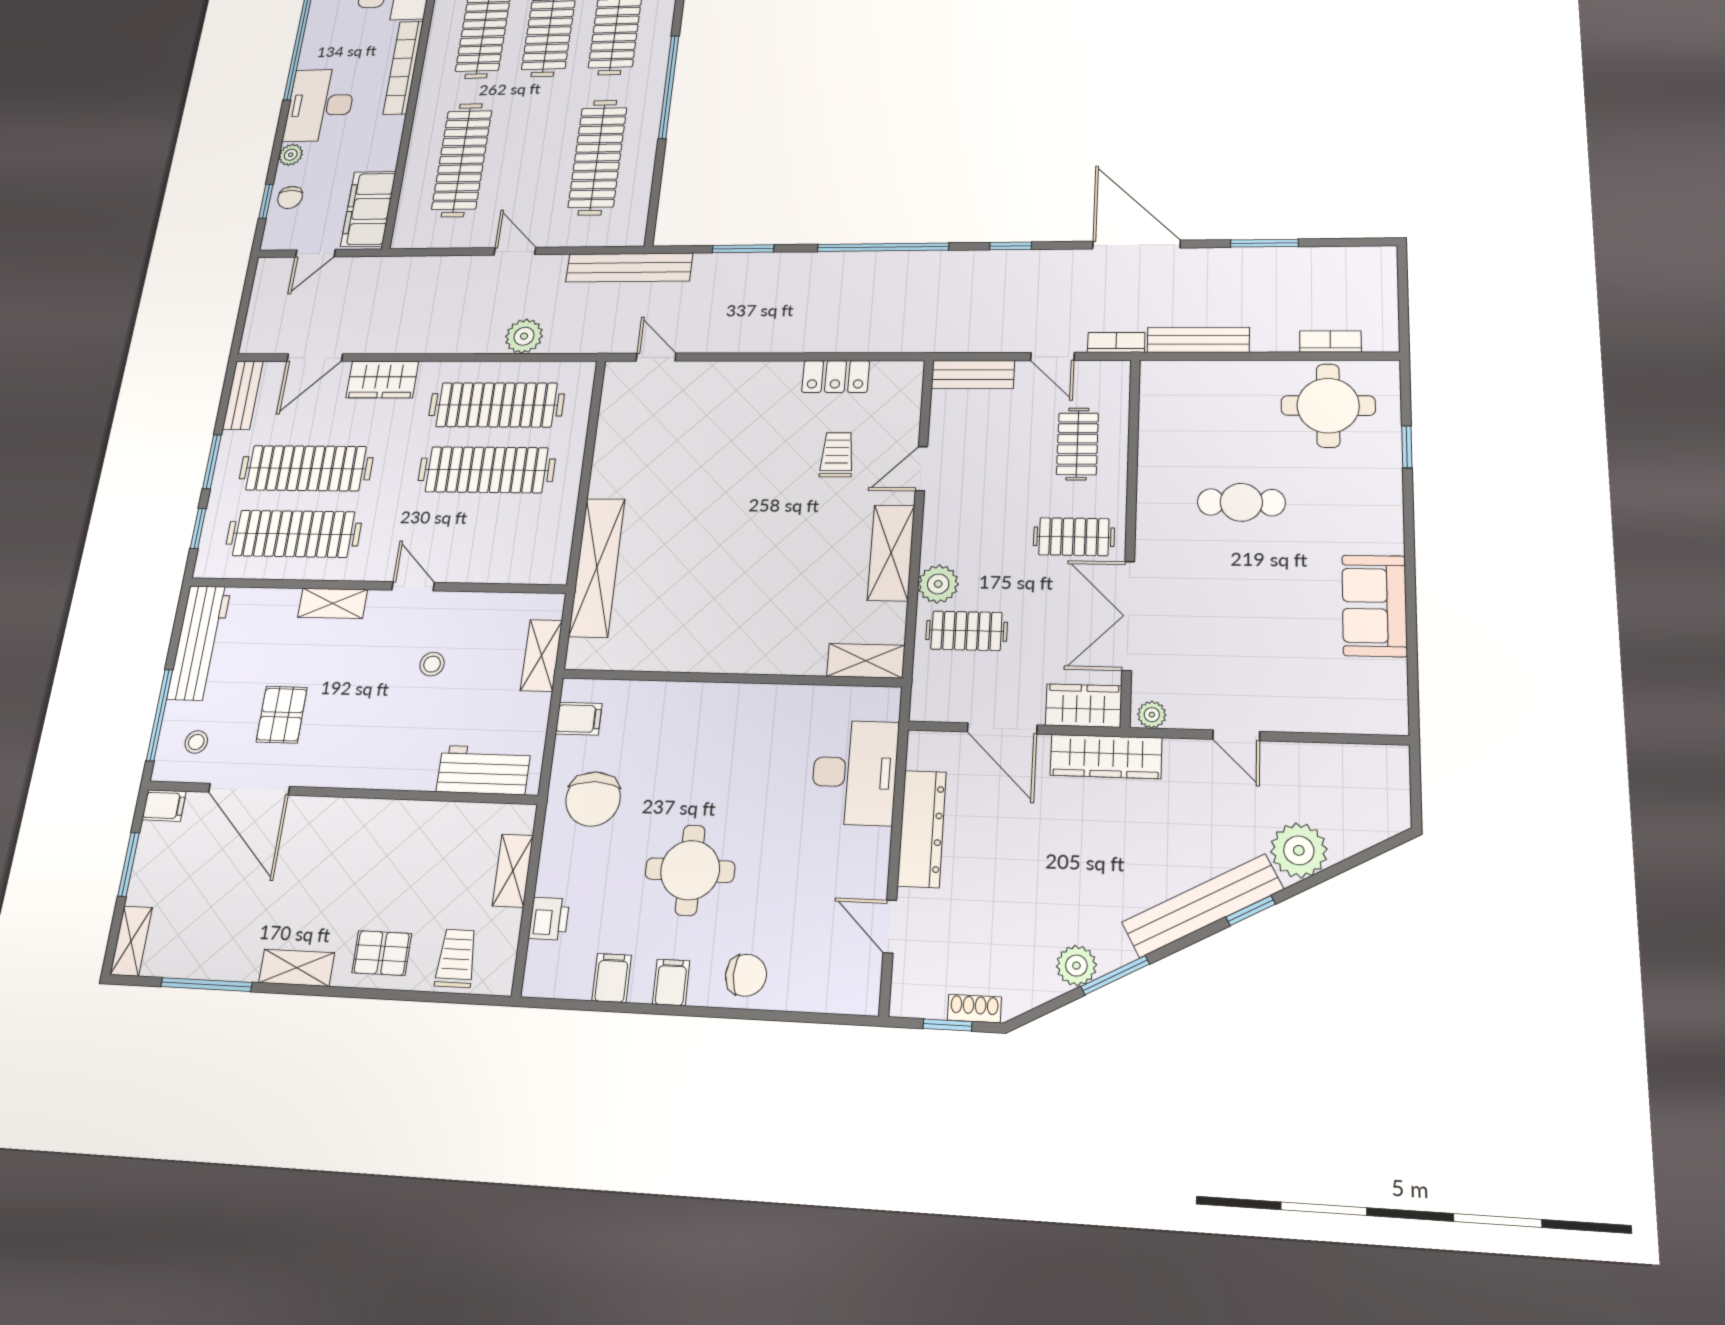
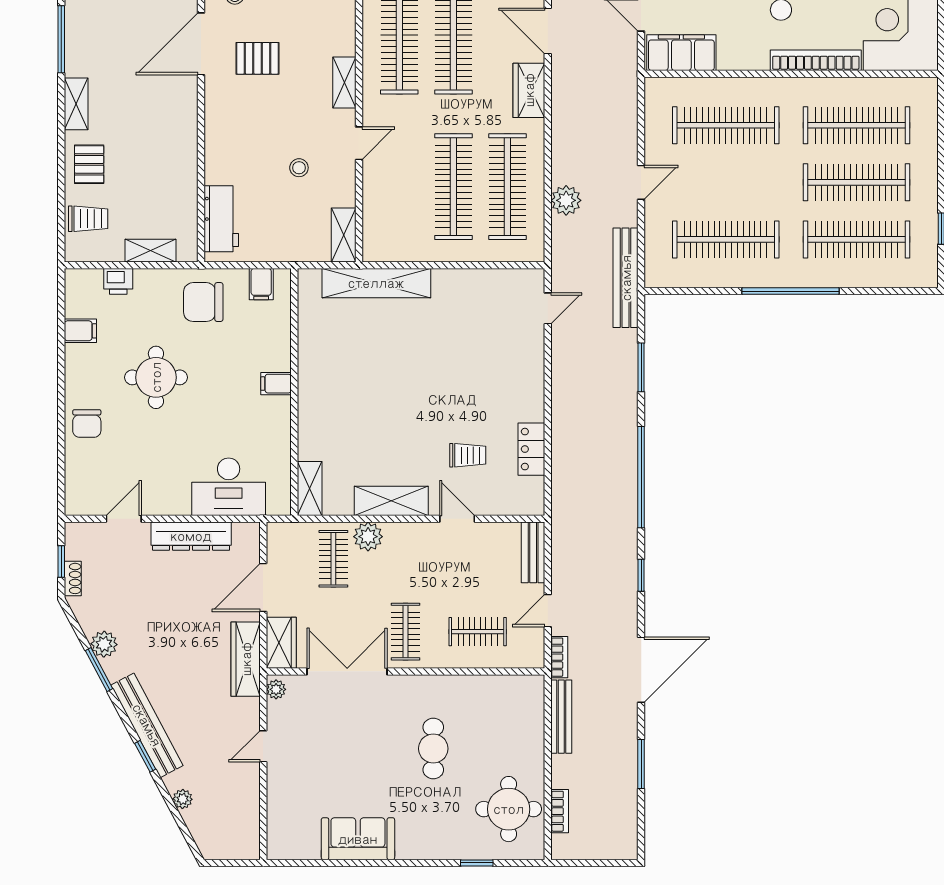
shelving: (541, 655) -> (344, 235), moved, turned 90
plant: (1299, 850) -> (183, 799), width x0.53, depth x0.53
filing cabinet: (671, 982) -> (276, 384), moved, turned 180

